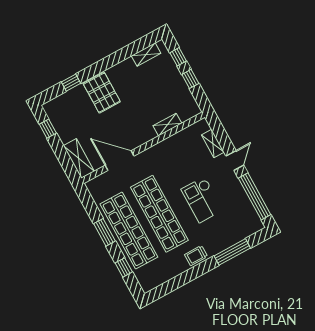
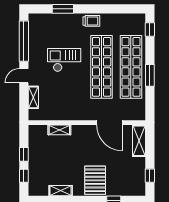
shelving: (146, 55) -> (61, 191), moved
checkout: (202, 200) -> (64, 60), turned -90
window: (232, 252) -> (63, 9), width x0.69
window: (124, 267) -> (150, 29), moved

